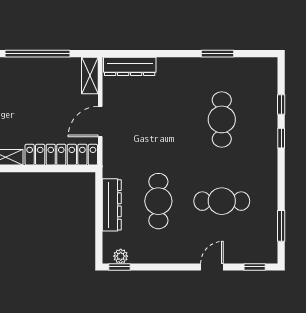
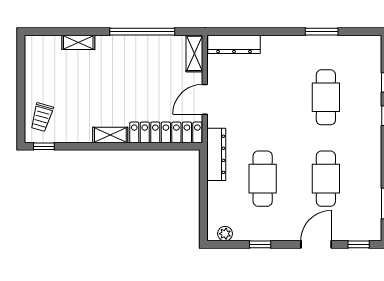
cafe table: (222, 201) -> (326, 179), turned 90
dresser: (112, 205) -> (216, 154), moved
window: (120, 267) -> (260, 244), moved
door: (212, 267) -> (316, 244), width x1.37

